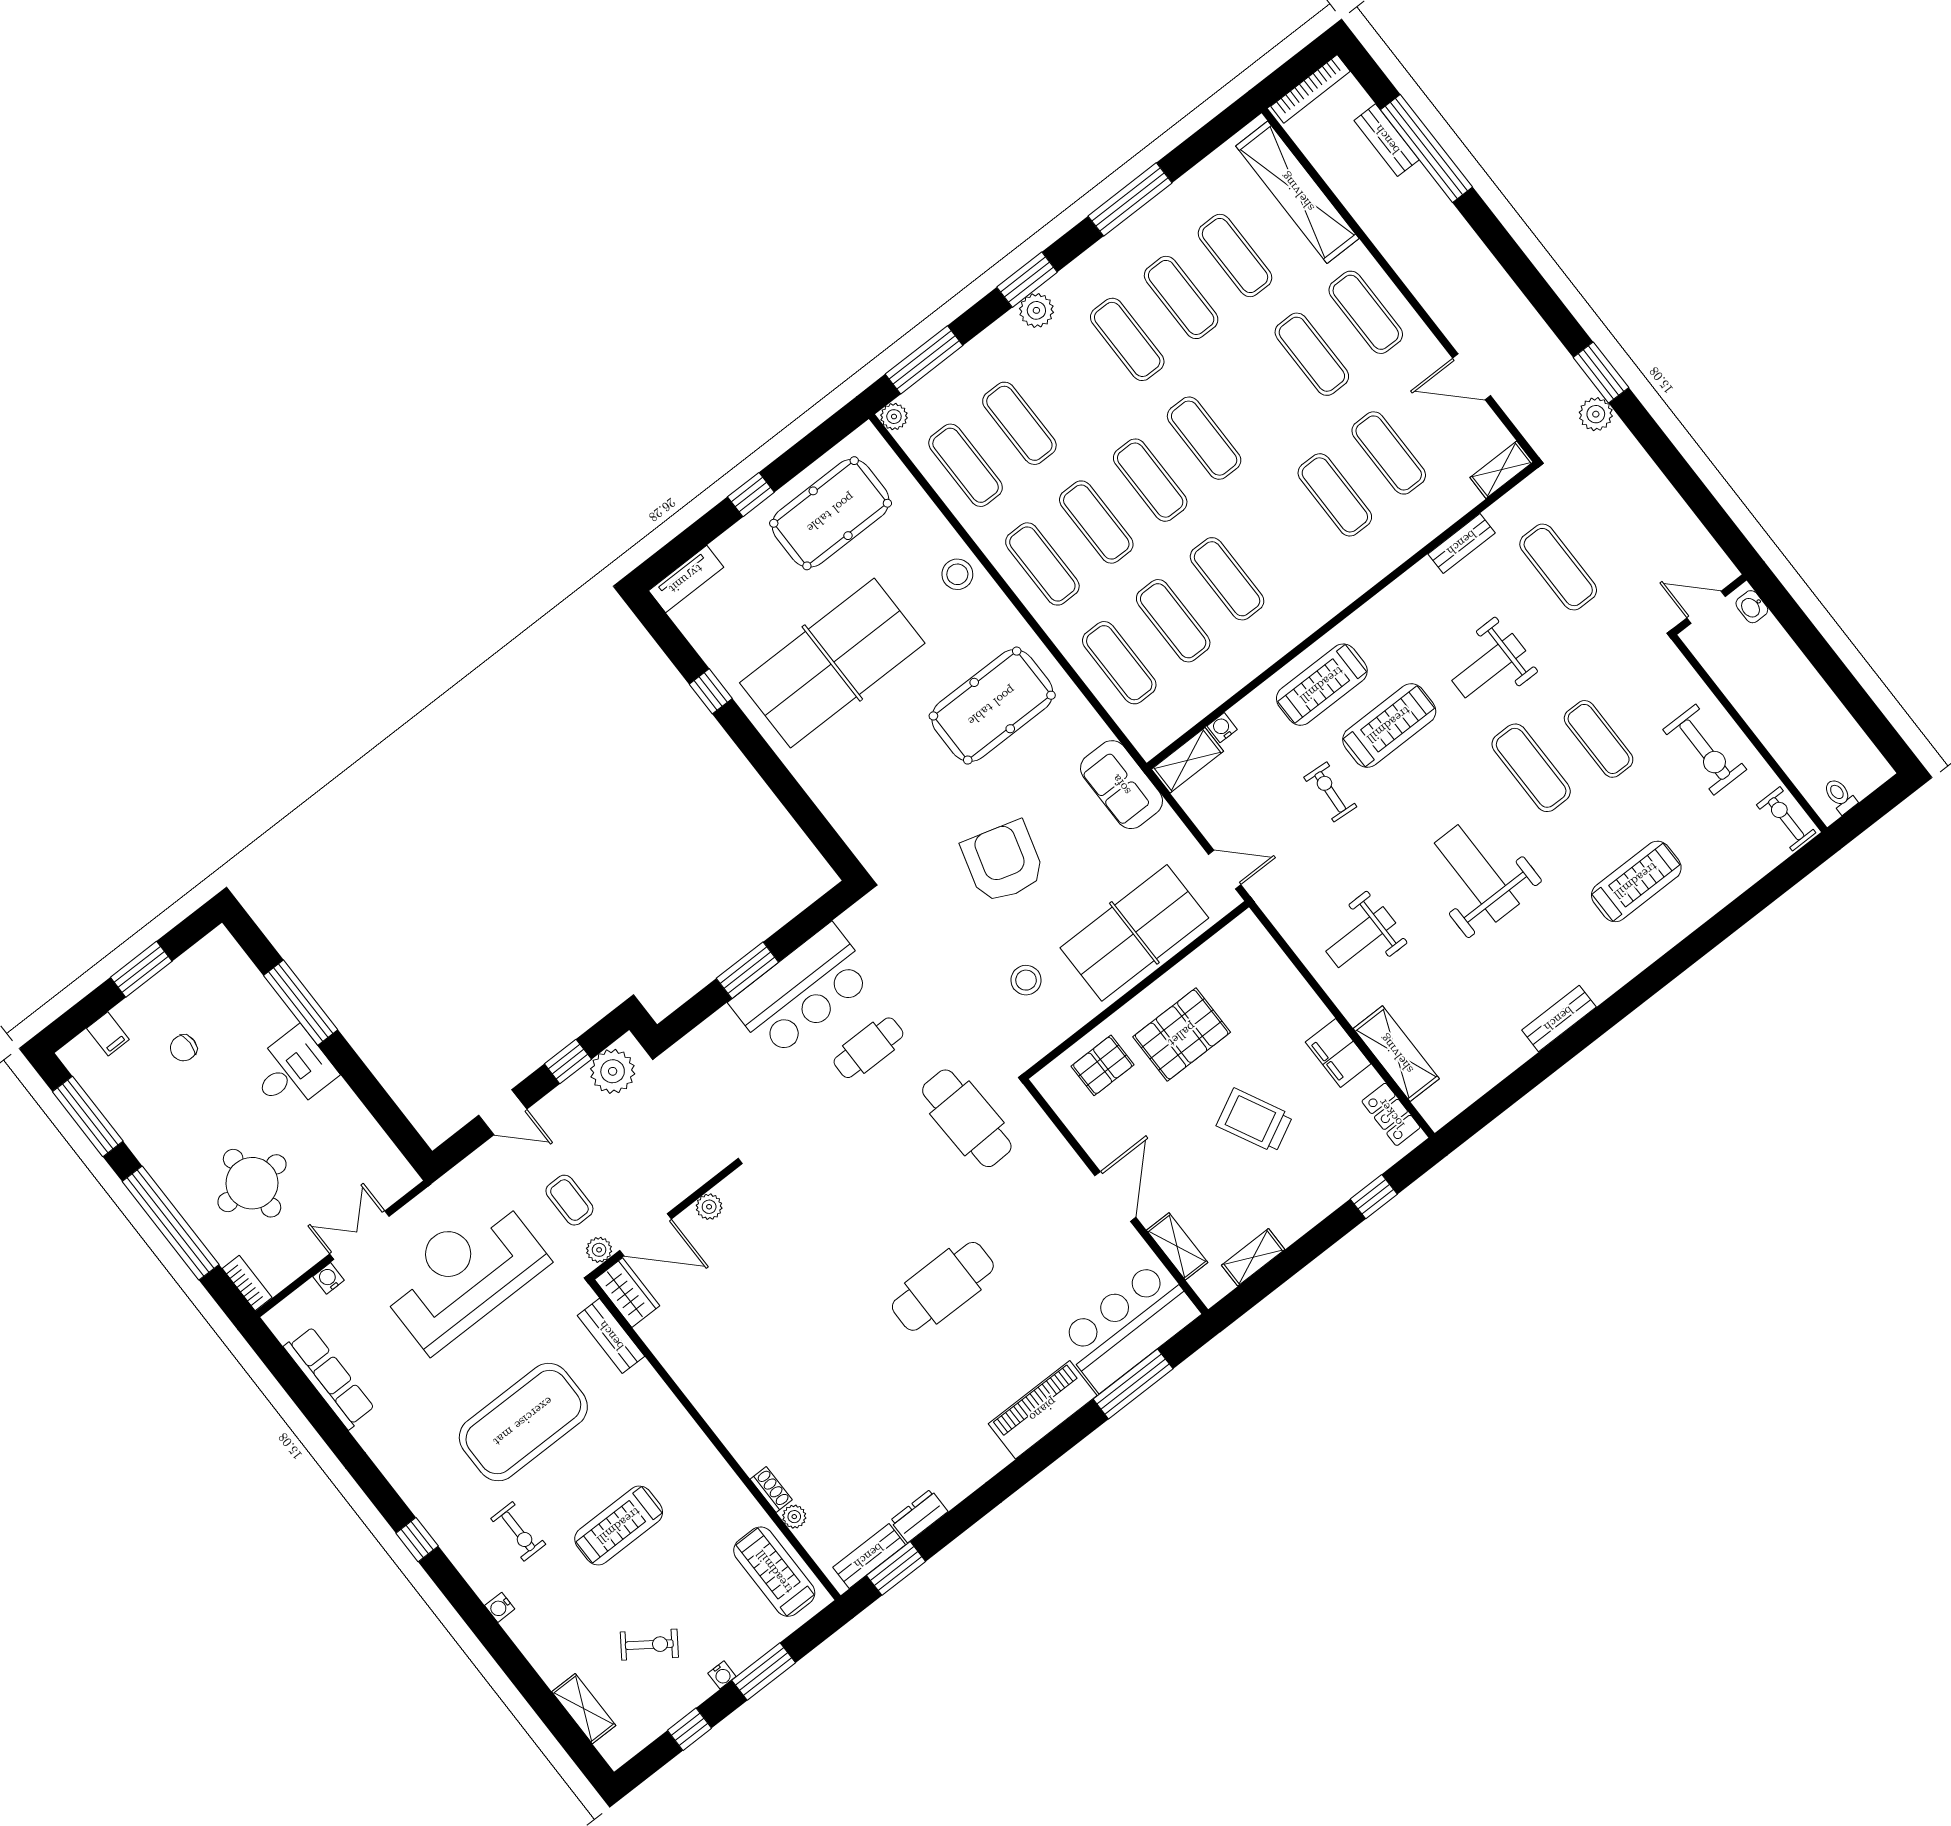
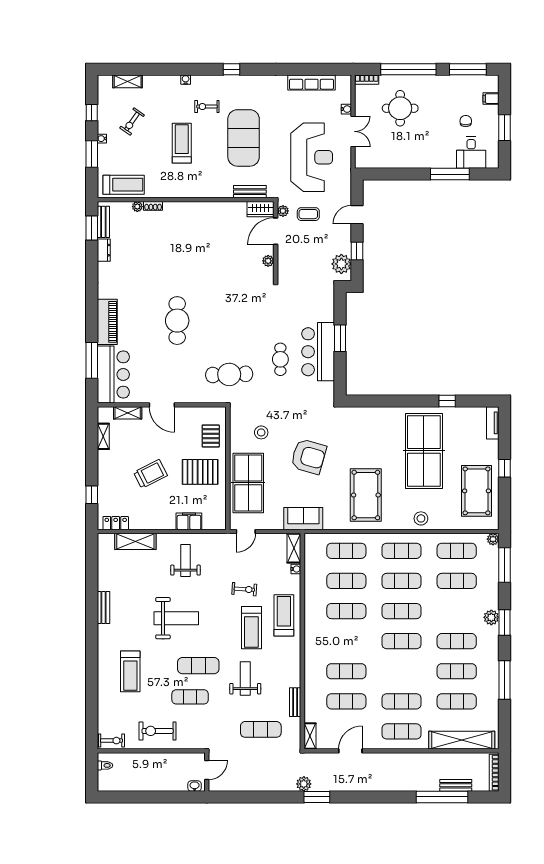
pallet: (1182, 1035) -> (200, 472), turned 90
filing cabinet: (1338, 1053) -> (189, 521), moved
desk: (292, 1071) -> (471, 153), moved

